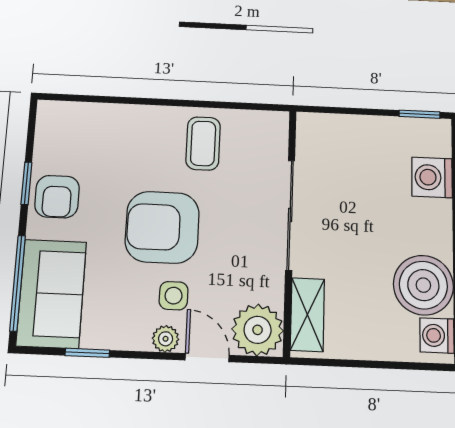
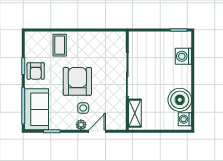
coffee table: (203, 143) -> (60, 45), moved
armchair: (162, 227) -> (77, 81), turned 90
plant: (258, 330) -> (116, 120), removed
door: (207, 358) -> (97, 131), hinge flipped

